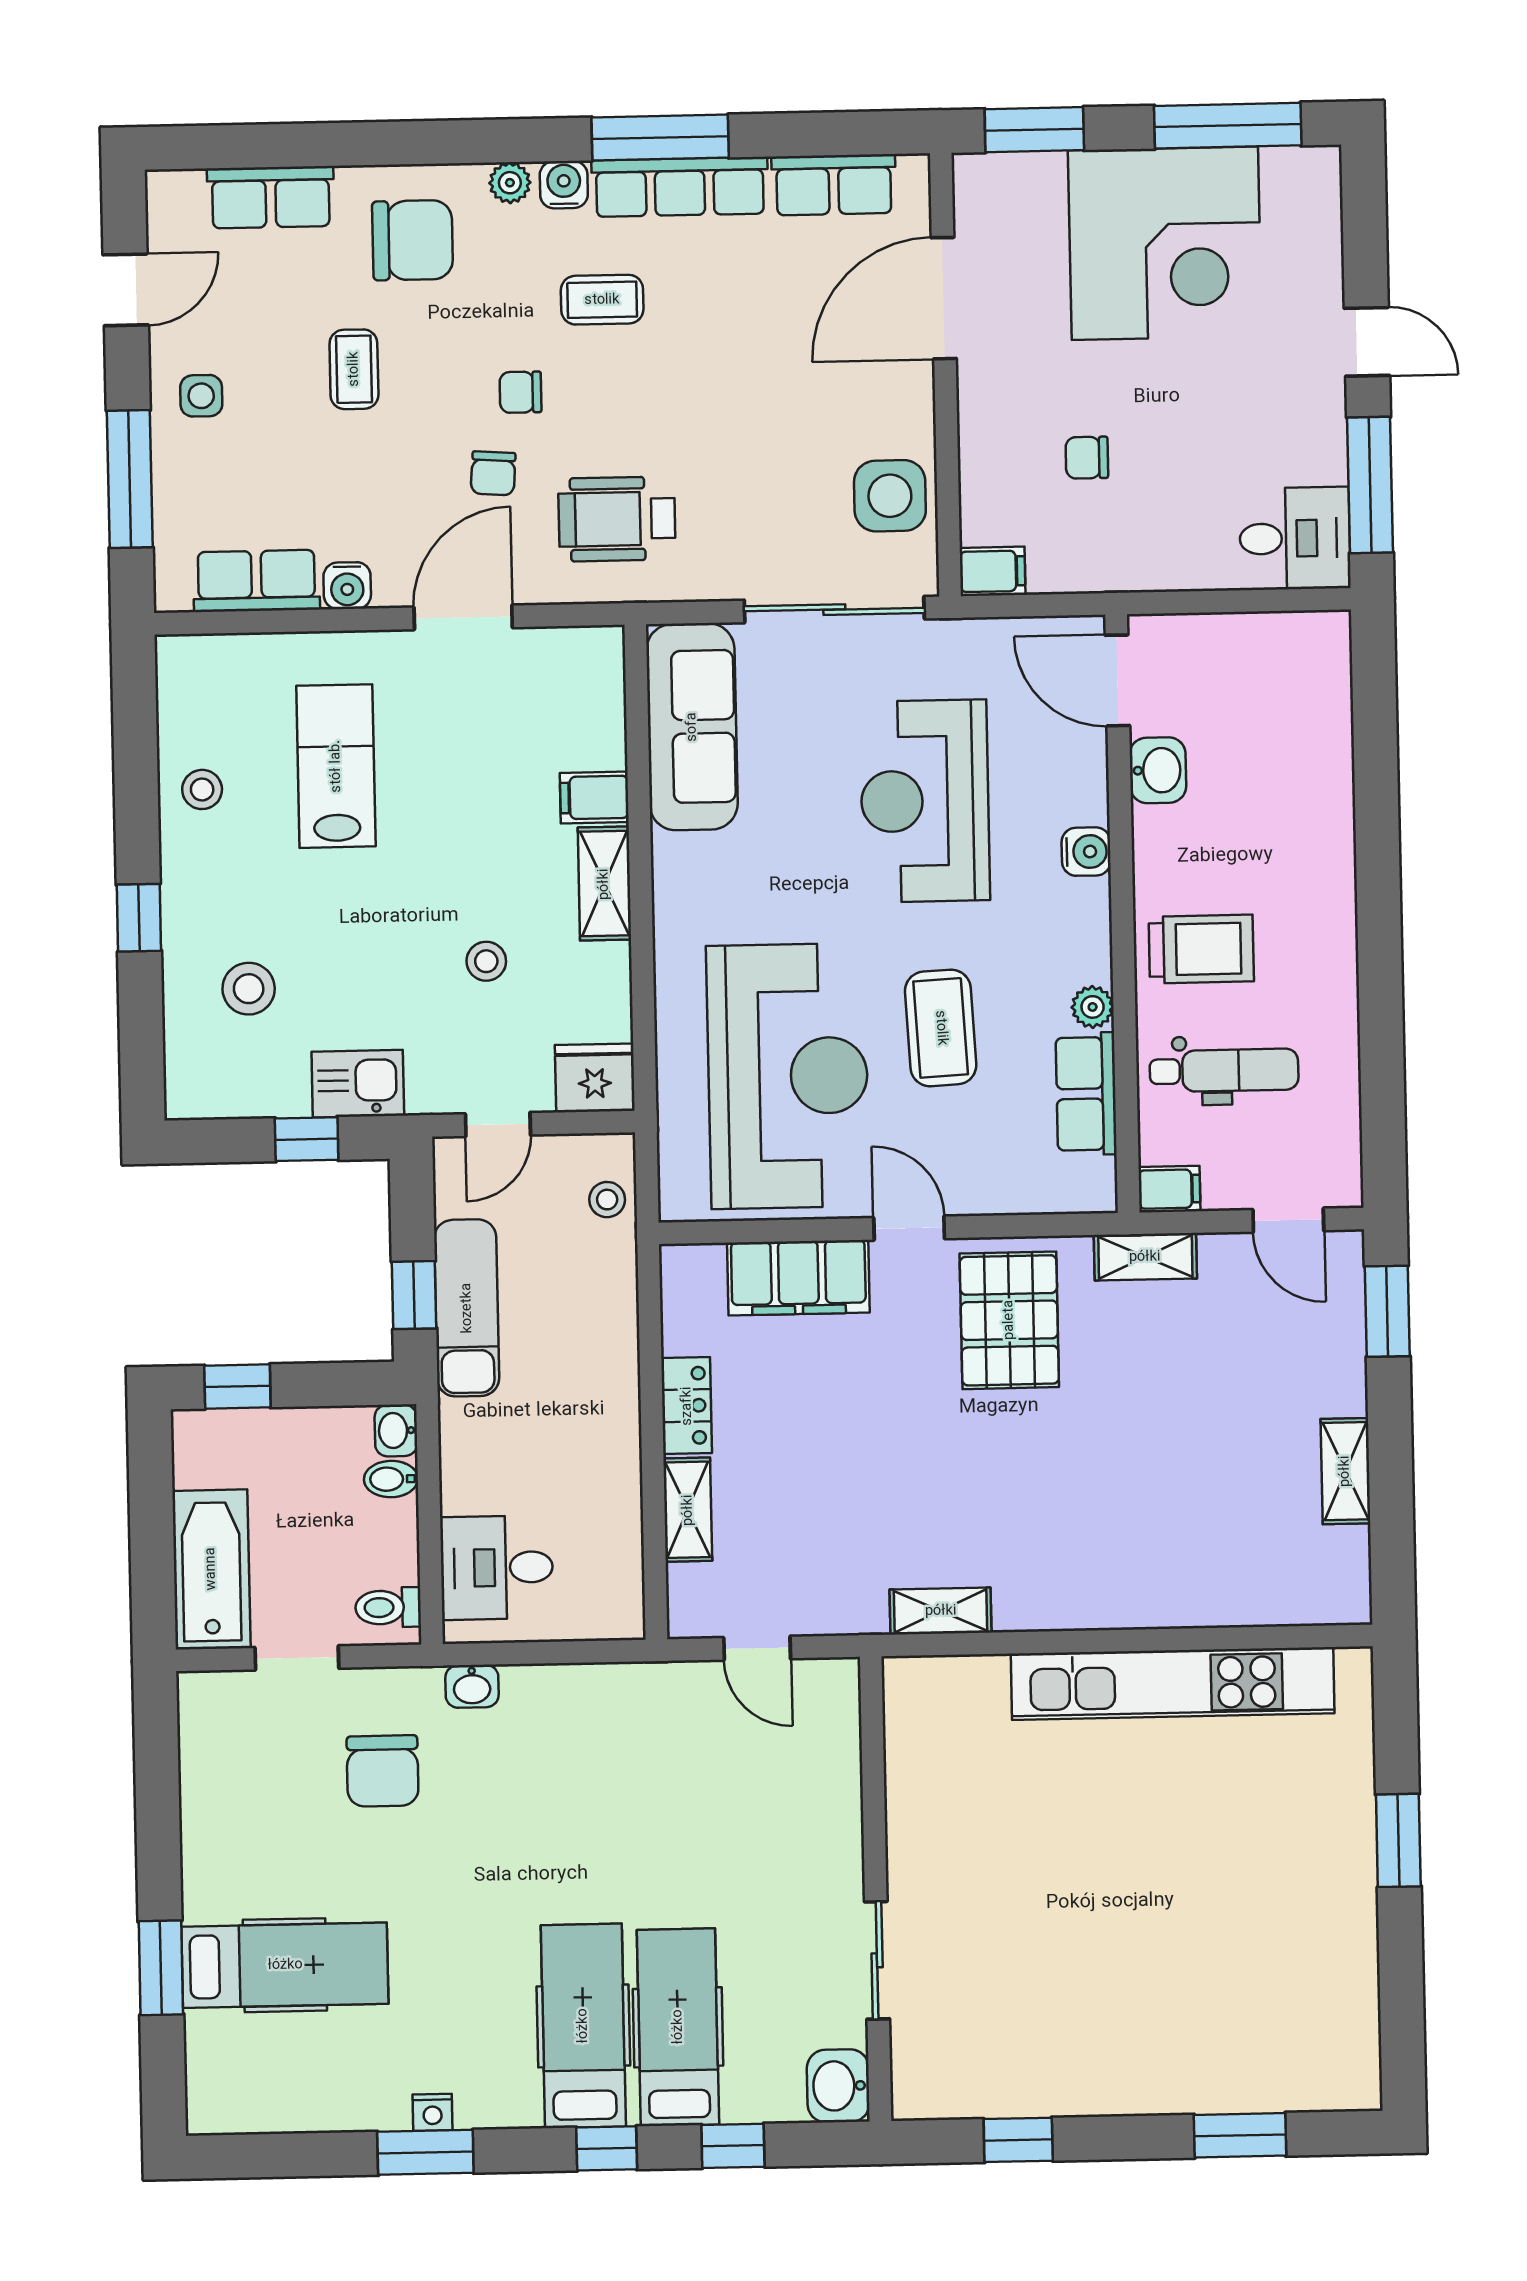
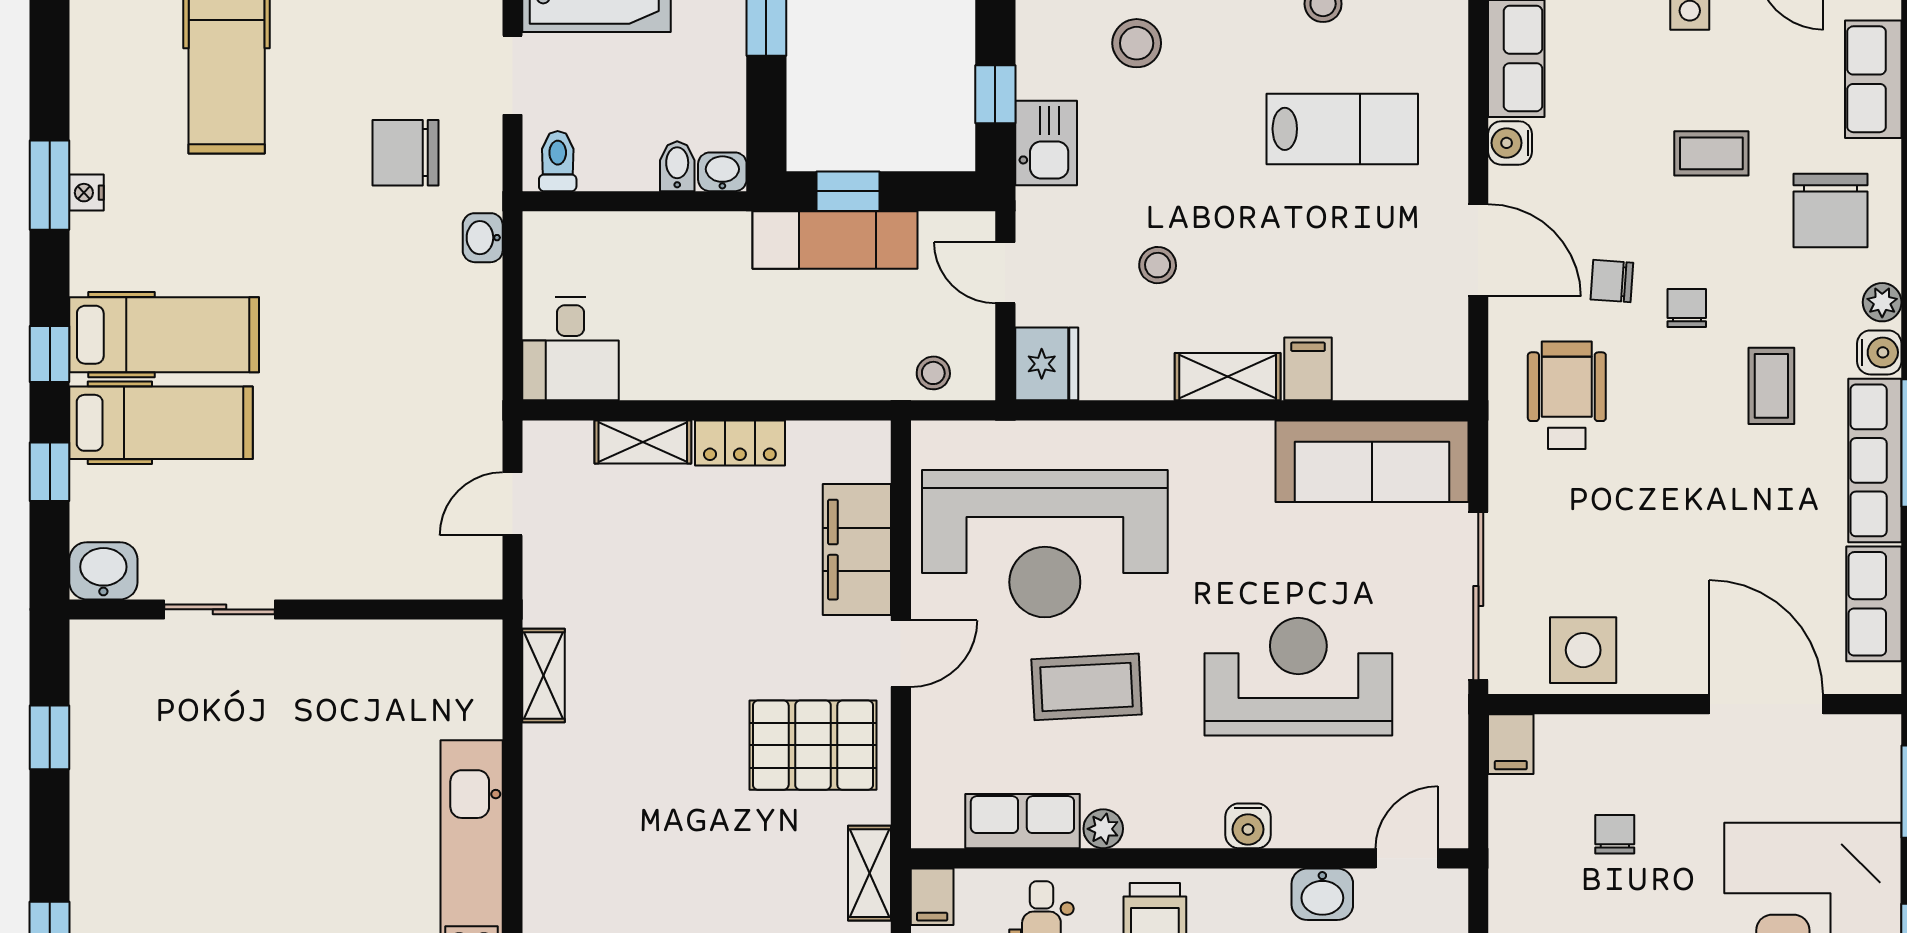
door: (1117, 680) -> (1407, 858), width x0.73
desk: (497, 1568) -> (571, 349), moved, turned 180

